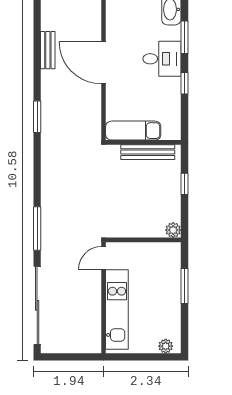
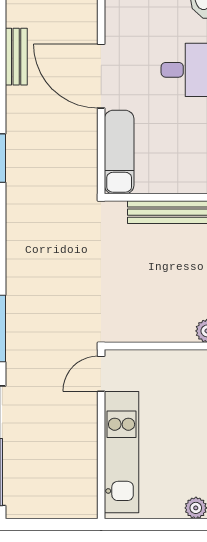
exam couch: (133, 131) -> (119, 152), moved, turned 90

